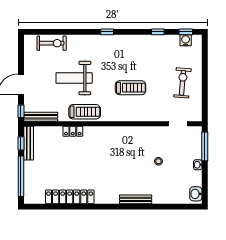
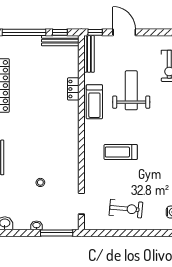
treadmill: (131, 88) -> (121, 152), turned 90

